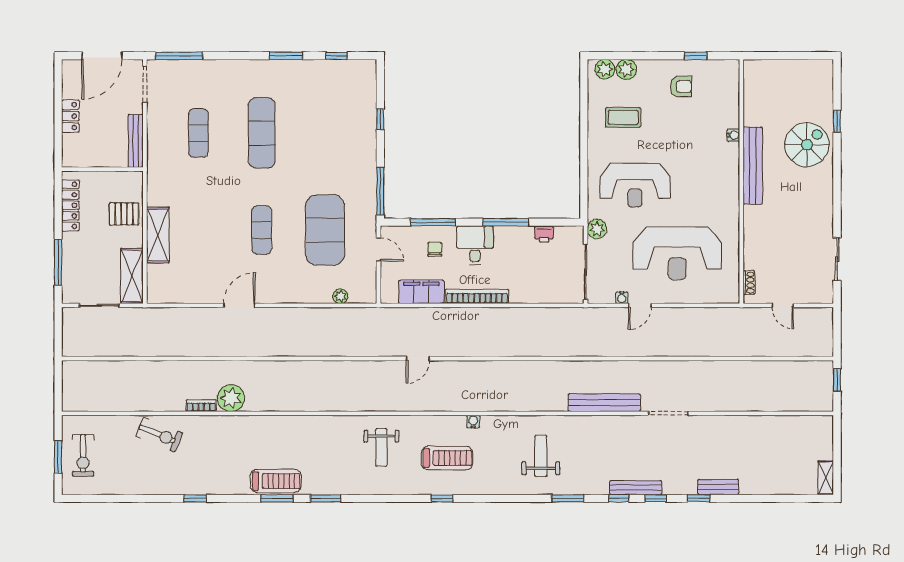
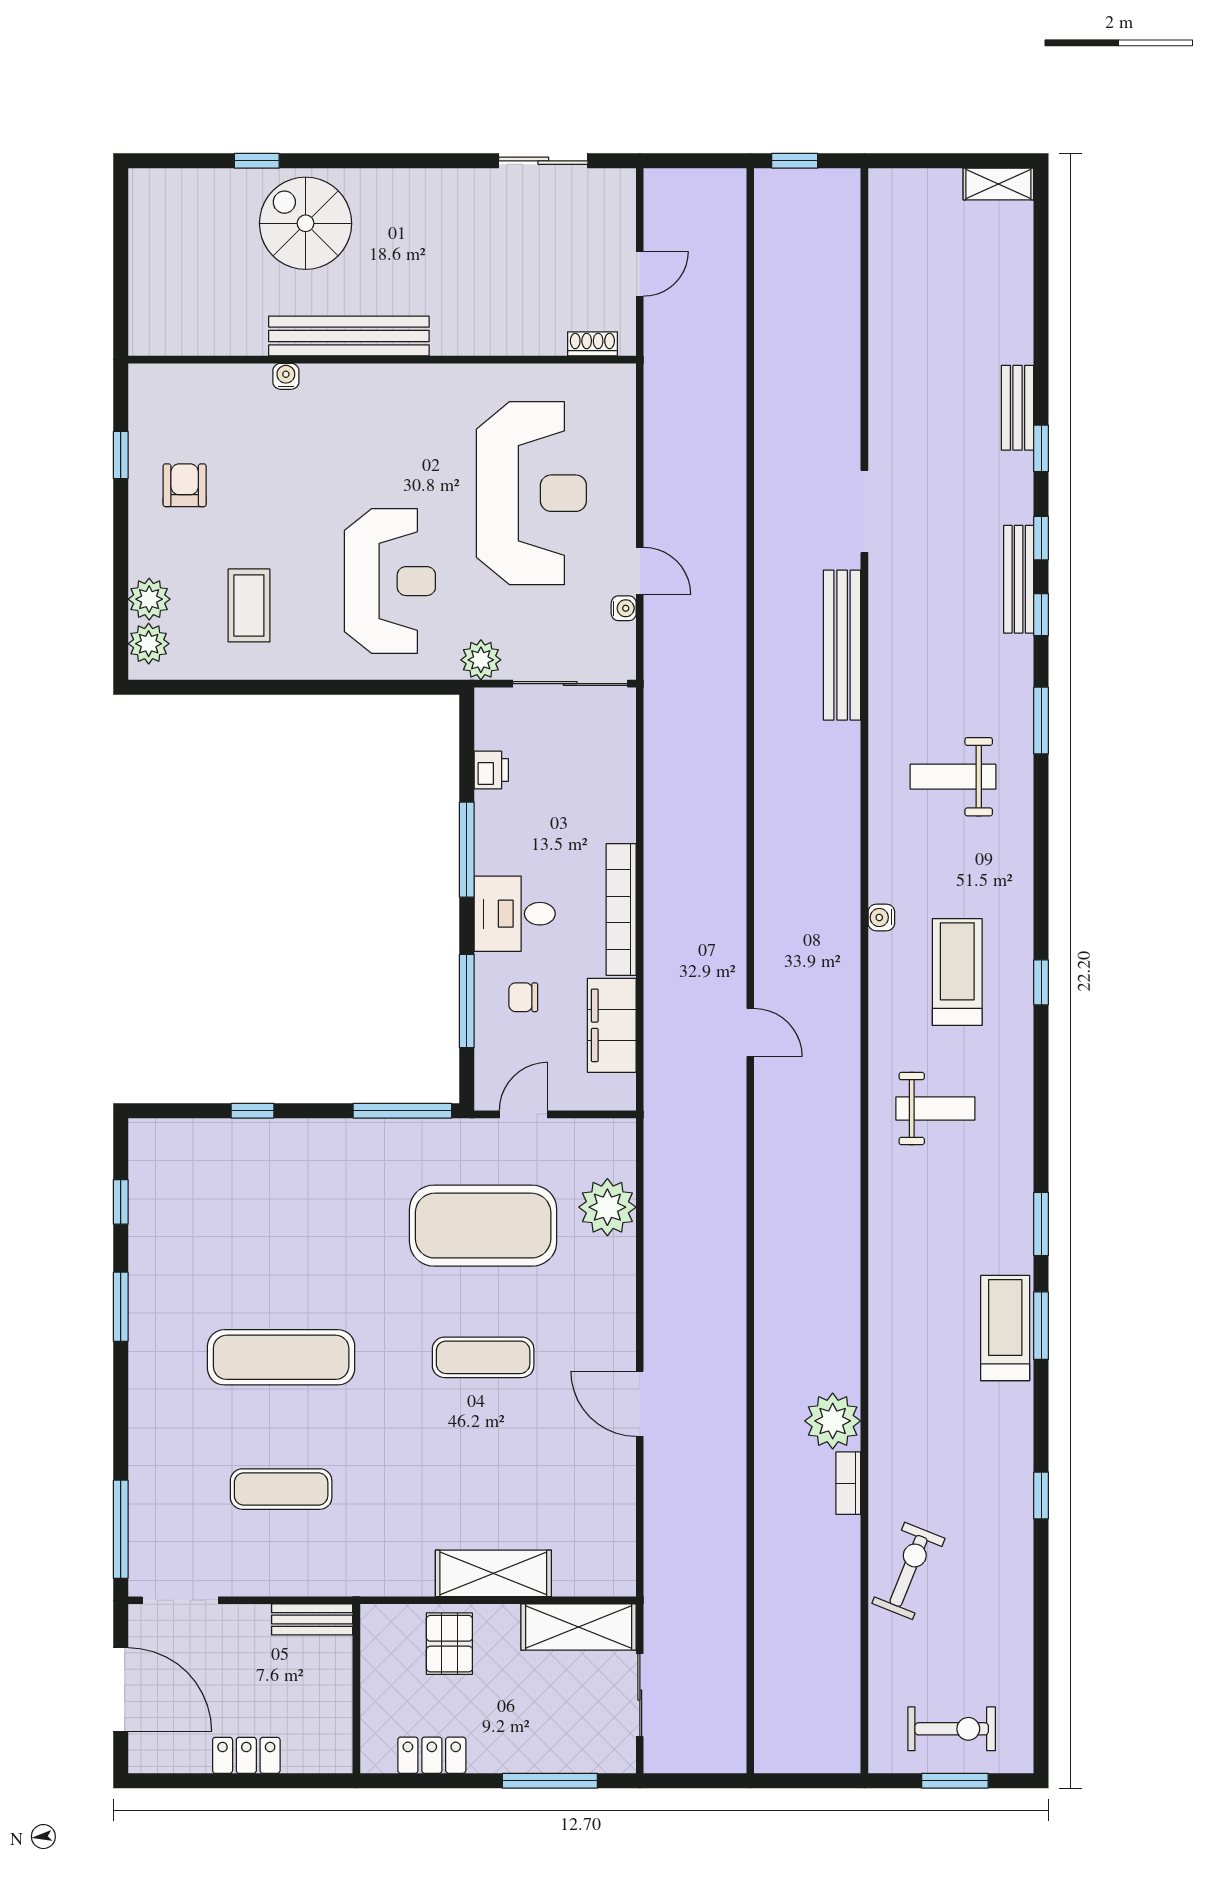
bench: (136, 141) -> (312, 1619), width x0.73
locker: (70, 205) -> (432, 1755), width x0.66
plant: (340, 296) -> (607, 1207), width x1.87, depth x1.87

